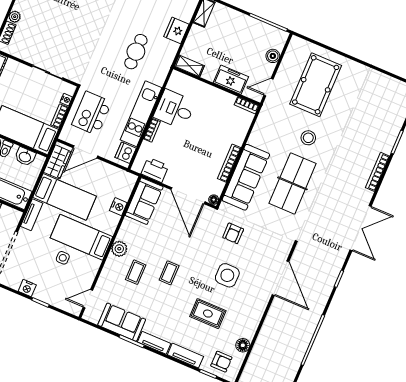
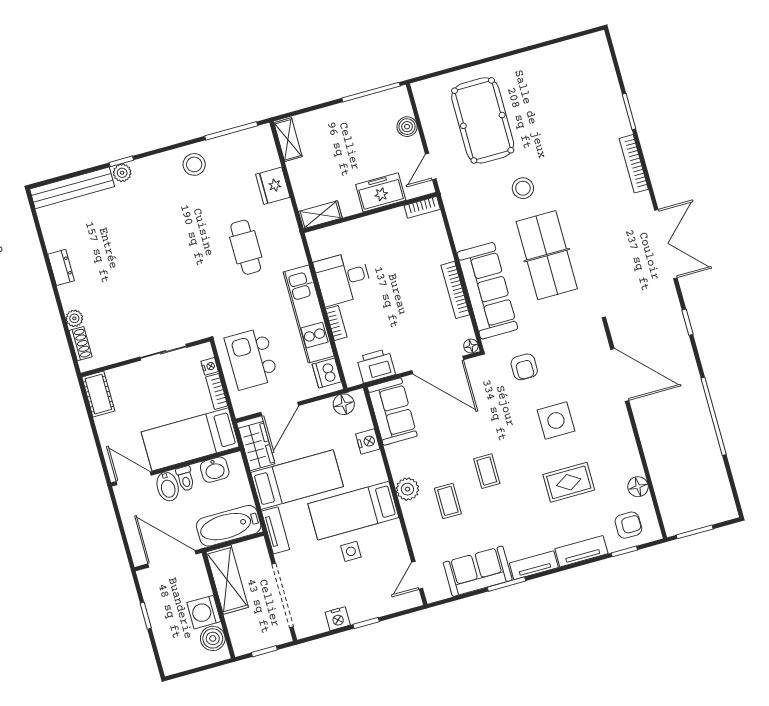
floor lamp: (121, 177) -> (344, 404), added

